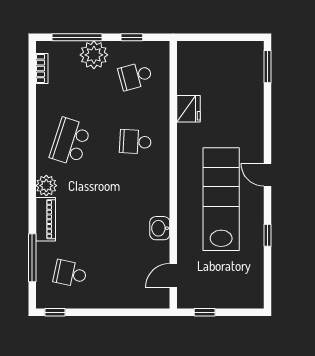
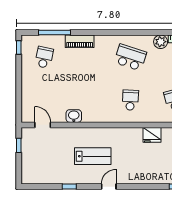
plant: (46, 186) -> (161, 42), moved
lab bench: (221, 199) -> (93, 156), width x0.54, depth x0.72

